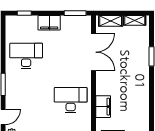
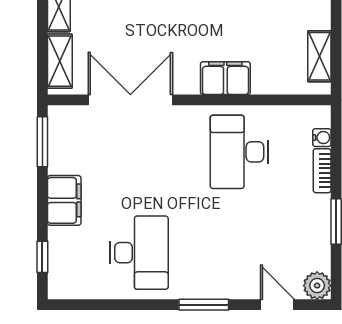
desk: (26, 56) -> (139, 253), turned 180
filing cabinet: (103, 107) -> (225, 78), moved

